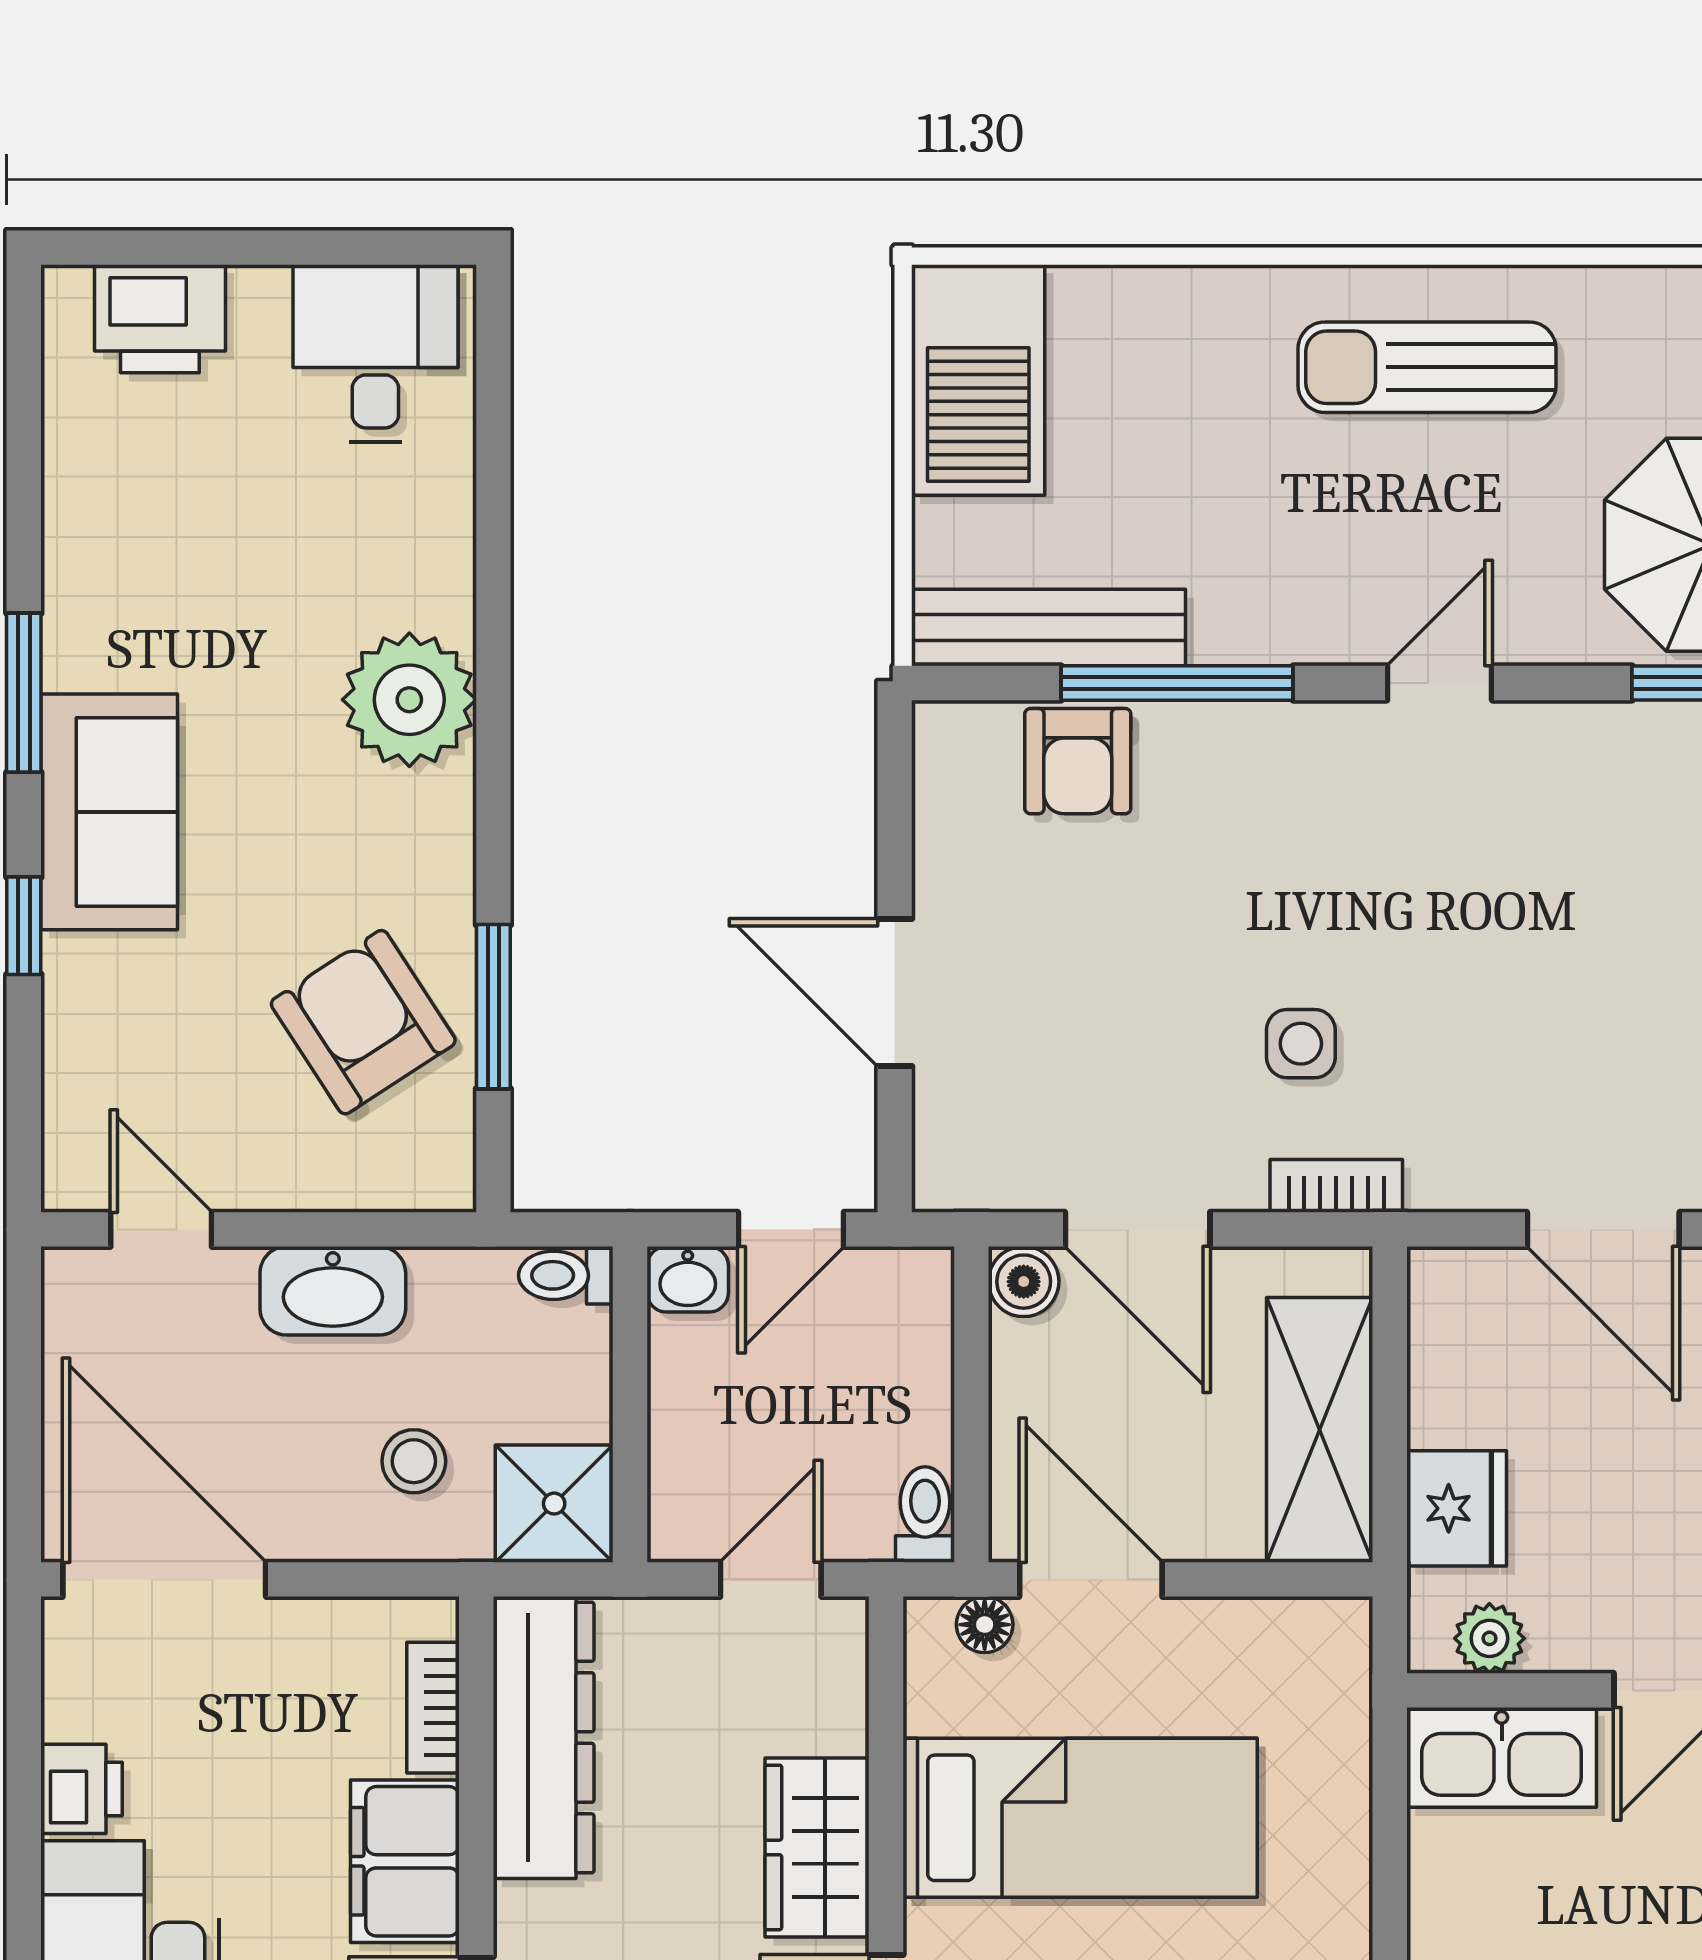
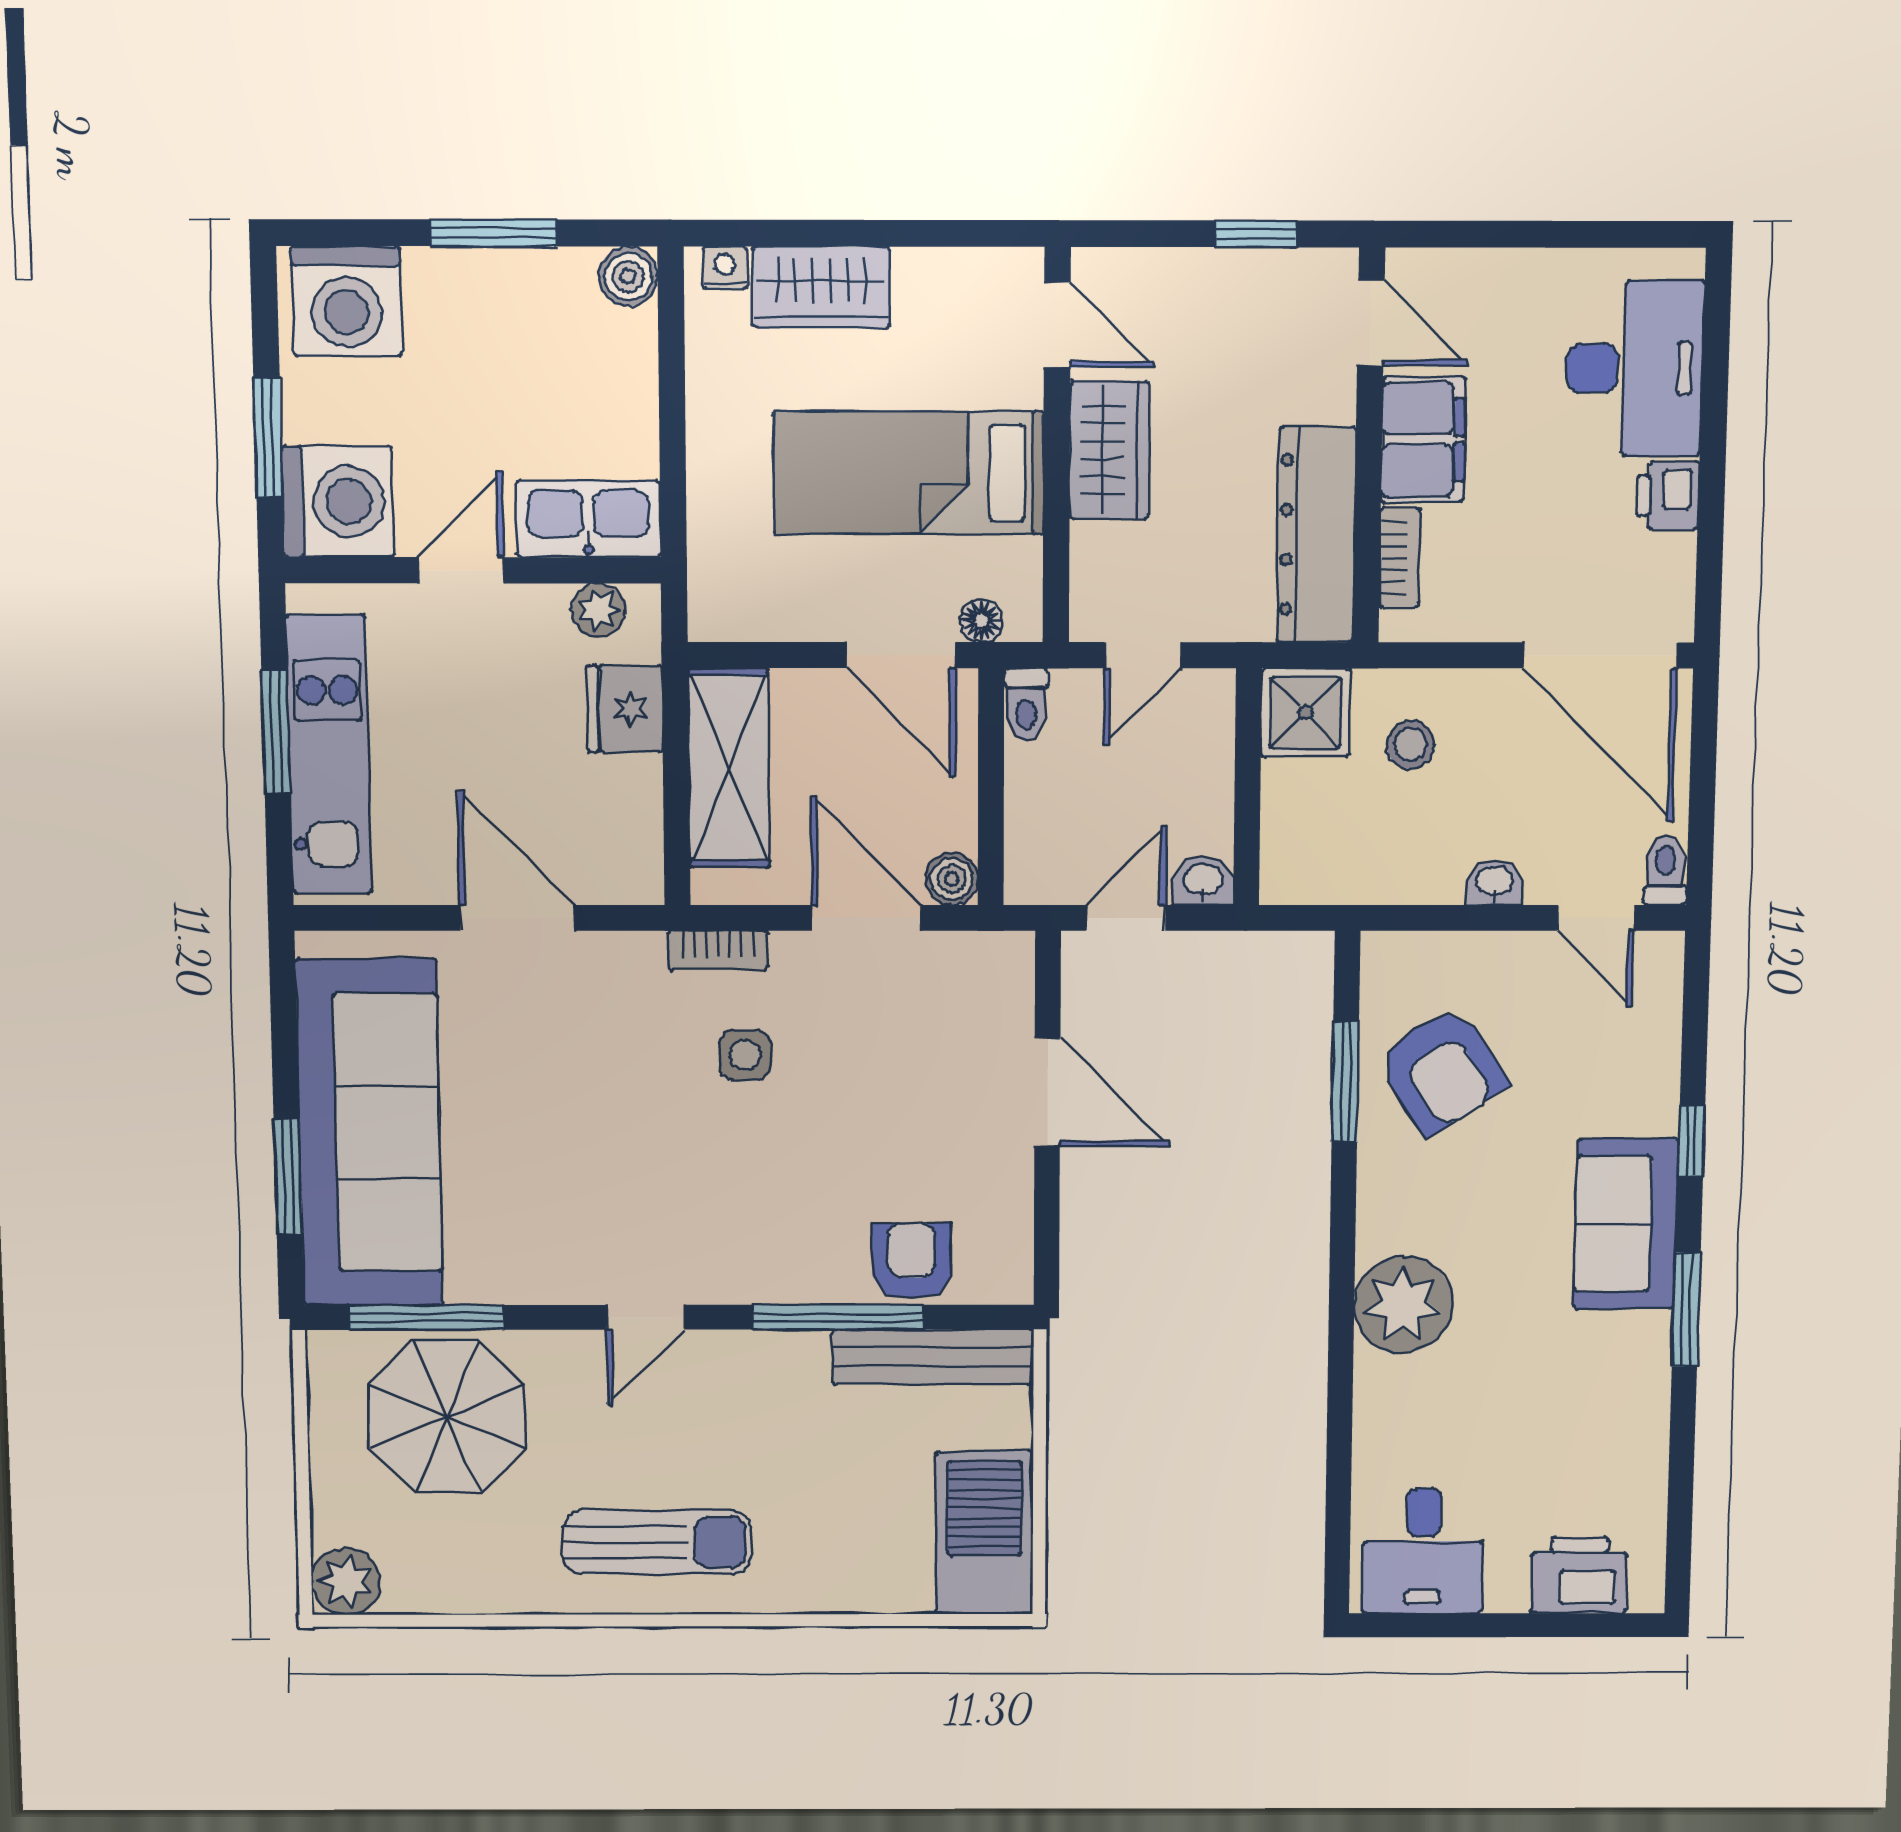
toilet: (566, 1275) -> (1665, 870), moved, turned -90
washbasin: (333, 1291) -> (1495, 882), width x0.52, depth x0.69

